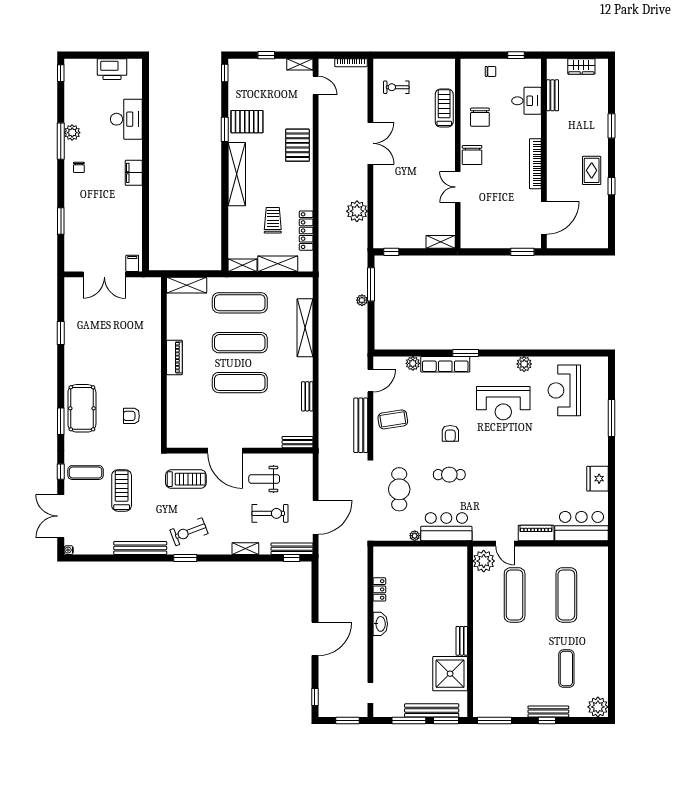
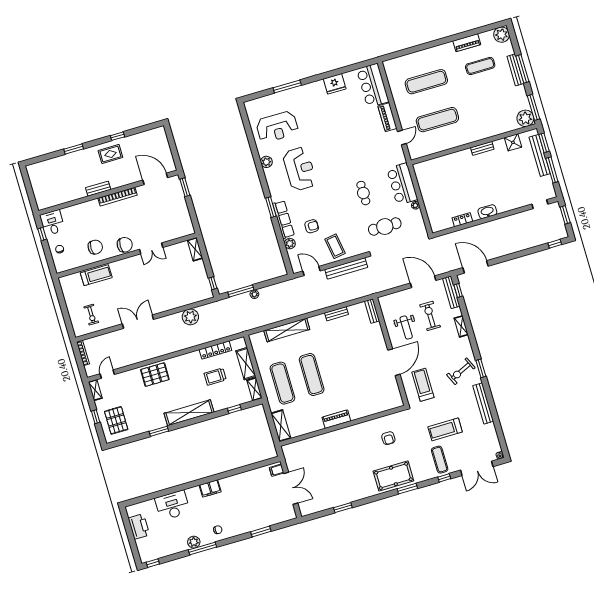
wardrobe: (581, 66) -> (36, 184), removed
window: (225, 73) -> (234, 409), moved
bench: (553, 95) -> (98, 189), moved
desk: (526, 101) -> (52, 223), moved
treadmill: (444, 108) -> (96, 275), turned 180
pallet: (247, 122) -> (116, 420), moved
exercise mat: (240, 383) -> (341, 366), removed
armchair: (450, 433) -> (312, 226), moved
exercise bike: (189, 532) -> (461, 371), turned 87
plant: (484, 561) -> (525, 118), moved
door: (315, 639) -> (475, 267), moved
piano: (600, 660) -> (467, 43), added
shower: (450, 674) -> (513, 142), width x0.54, depth x0.54
window: (547, 721) -> (522, 69), width x2.17

